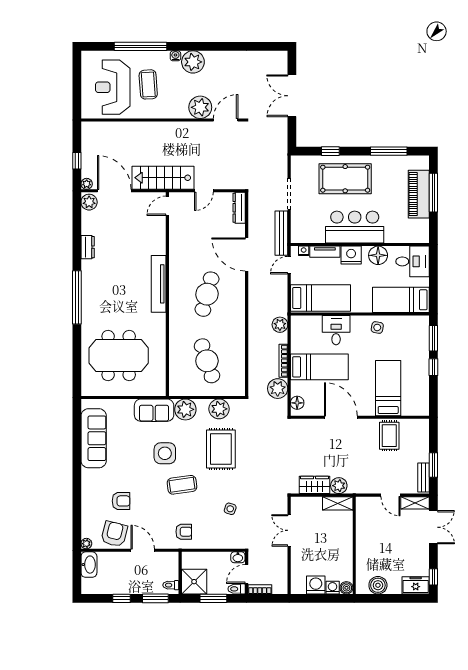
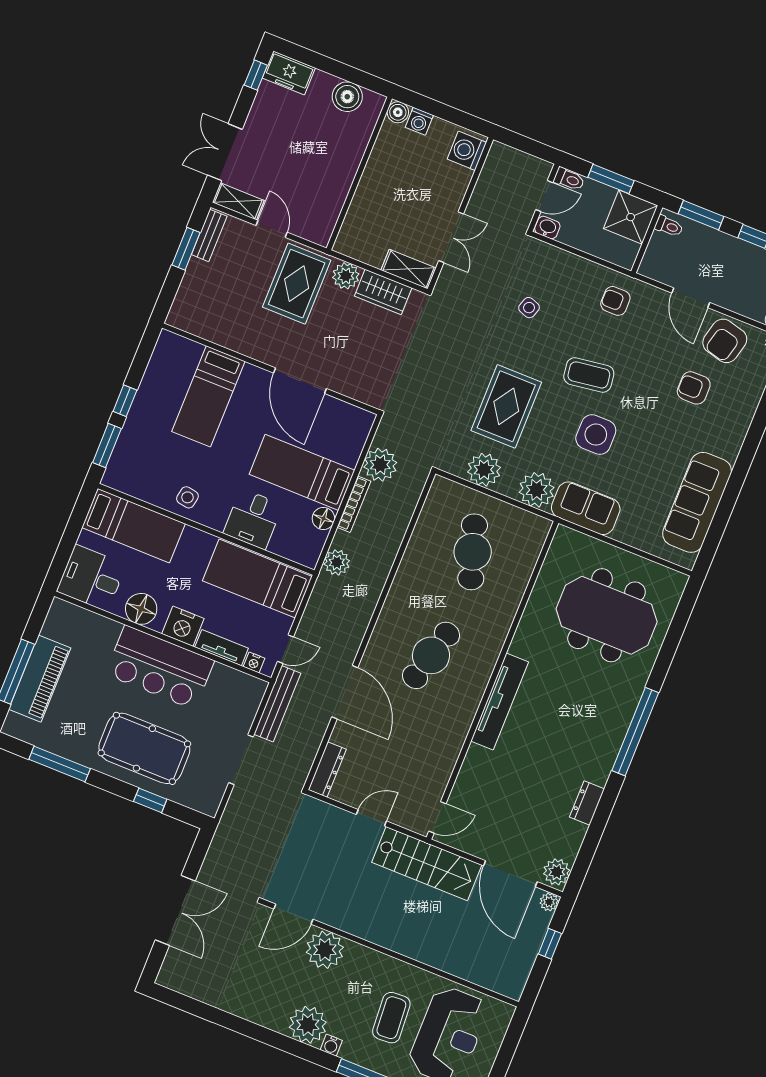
floor lamp: (297, 403) -> (323, 518), moved
rug: (389, 436) -> (297, 284), moved, width x1.36, depth x1.43
shelving: (338, 503) -> (408, 269), moved
washing machine: (316, 585) -> (467, 151), moved, turned 90
bookcase: (260, 589) -> (533, 164), removed

